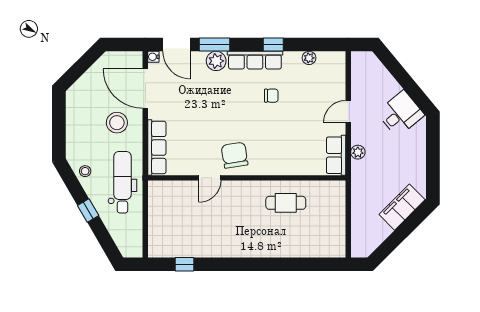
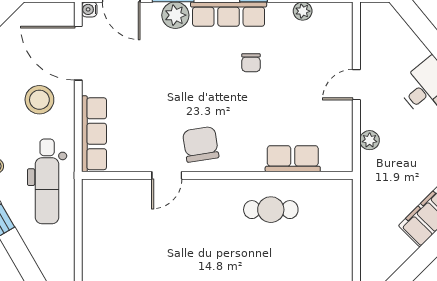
chair: (271, 96) -> (251, 63), turned 90
row of seats: (336, 155) -> (293, 159), moved, turned 90
dental chair: (123, 182) -> (47, 181), turned 180

